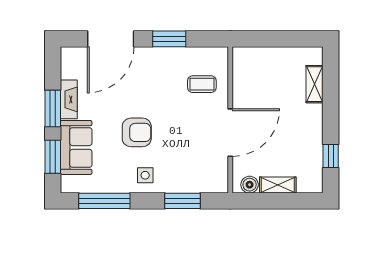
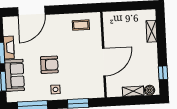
window: (169, 39) -> (66, 9), removed
coffee table: (202, 84) -> (81, 25), moved
boiler: (250, 185) -> (150, 90), moved

